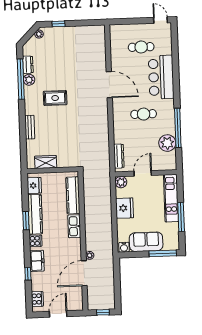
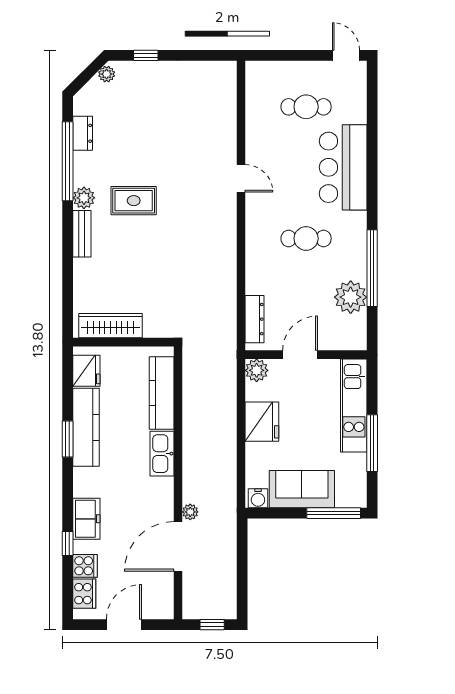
plant: (29, 80) -> (84, 198), moved
door: (109, 85) -> (241, 178), width x0.53
bench: (30, 127) -> (82, 234), moved
wardrobe: (46, 162) -> (111, 326), width x1.50
cooker: (36, 241) -> (85, 566), moved

